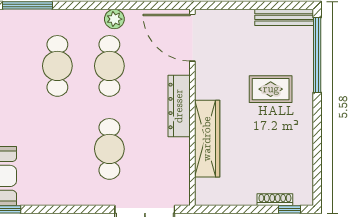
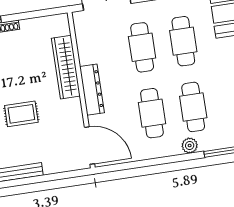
plant: (114, 19) -> (190, 146), moved
cafe table: (57, 149) -> (183, 41), added

